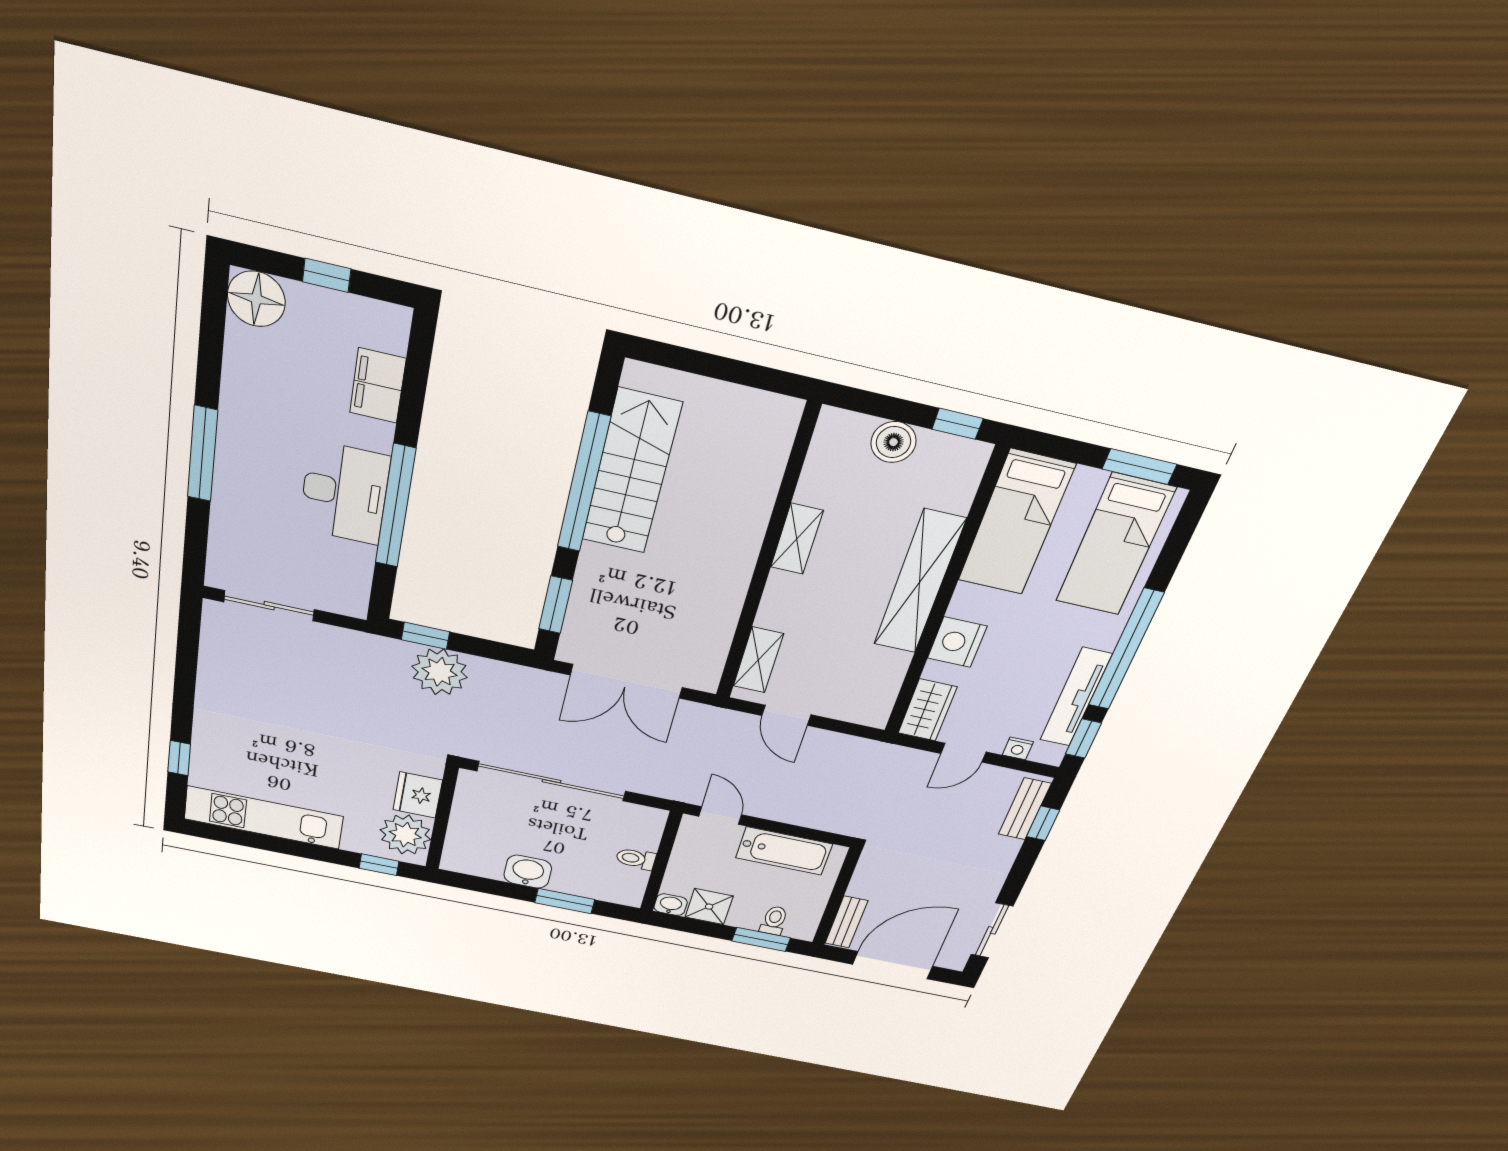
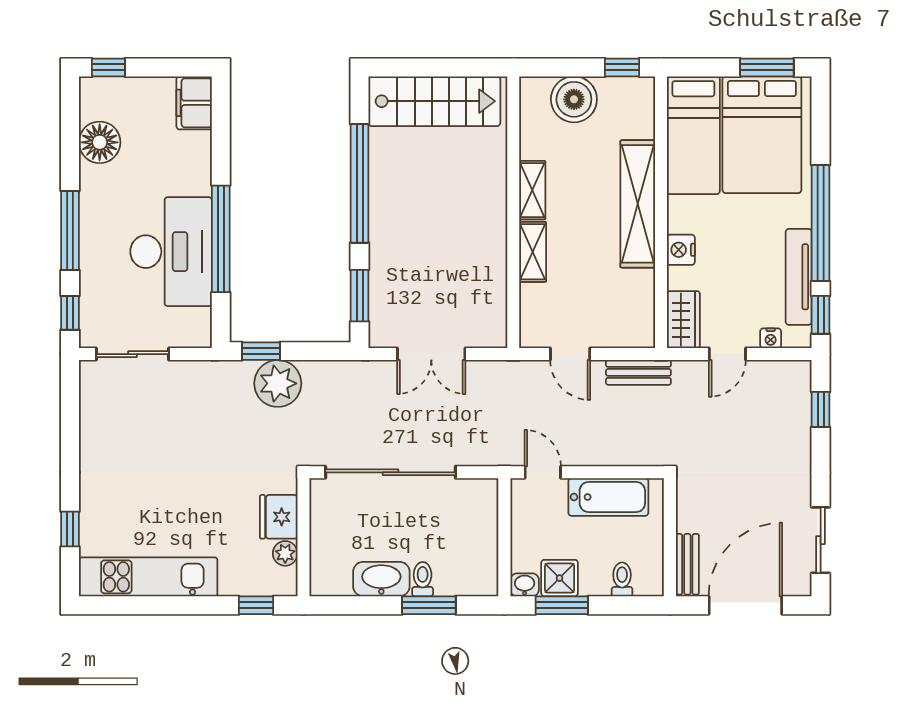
window: (327, 275) -> (108, 67), moved
floor lamp: (256, 299) -> (100, 142), moved
filing cabinet: (378, 386) -> (194, 103), moved
boiler: (893, 442) -> (574, 99), width x1.37, depth x1.37
stairs: (631, 472) -> (434, 101), moved, turned 90
desk: (345, 493) -> (171, 252), width x1.36, depth x1.30
bed: (1115, 545) -> (762, 135), width x1.50
window: (195, 546) -> (70, 313), added
nightstand: (957, 642) -> (681, 250), width x0.74, depth x0.75
shelving: (758, 660) -> (533, 252), moved
double door: (626, 681) -> (431, 354), width x0.73
bench: (1025, 809) -> (638, 372), moved, turned 90
plant: (405, 835) -> (285, 553), width x0.53, depth x0.53
toilet: (636, 859) -> (423, 579), moved, turned 90
washbasin: (528, 872) -> (381, 579), width x1.38
window: (761, 939) -> (562, 605), moved

